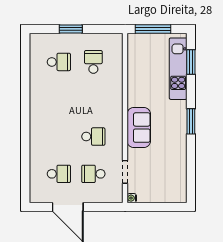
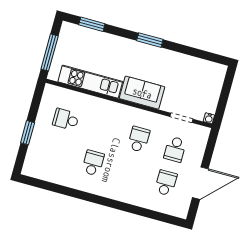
school desk: (59, 62) -> (93, 163), moved
kitchen unit: (178, 69) -> (90, 82), moved, turned 180

